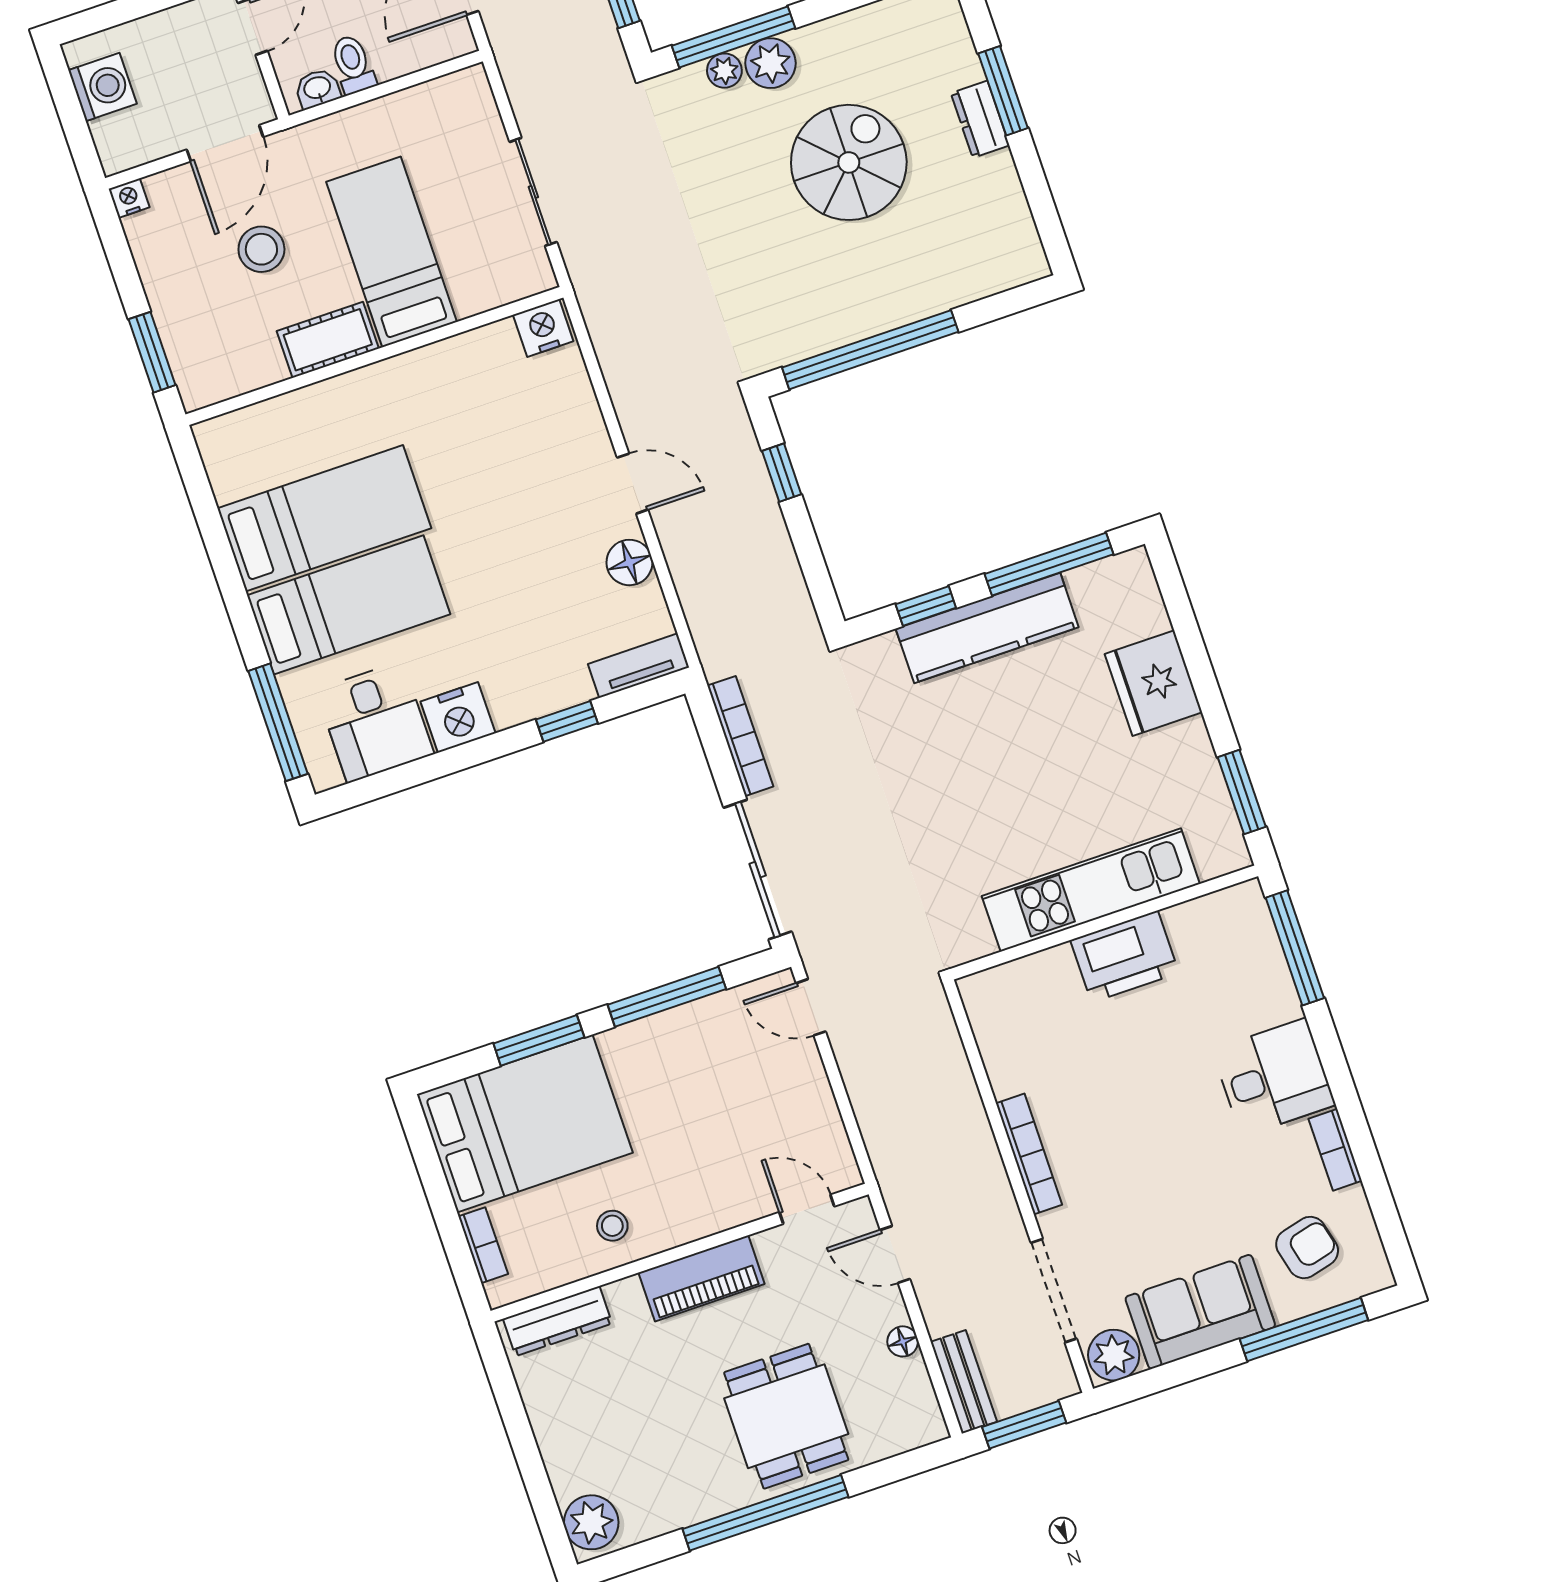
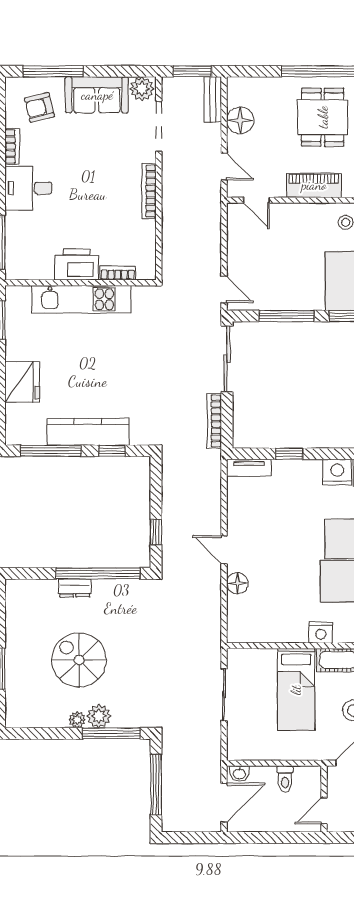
plant: (724, 71) -> (77, 720), moved
washbasin: (317, 88) -> (239, 773), moved
dresser: (980, 119) -> (75, 588), moved, turned 90
spiral stairs: (849, 162) -> (79, 660), turned 90
nightstand: (543, 328) -> (321, 633), moved
floor lamp: (629, 562) -> (237, 583), moved
bookcase: (1036, 967) -> (118, 273), added
floor lamp: (903, 1341) -> (240, 120), width x1.89, depth x1.89
dining table: (786, 1416) -> (323, 117), moved

